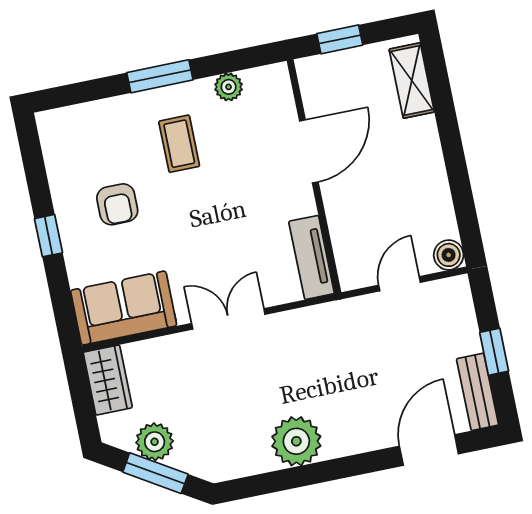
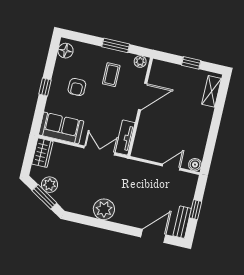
floor lamp: (57, 137) -> (66, 51), added
door: (309, 151) -> (143, 96), moved
wall: (314, 176) -> (140, 107), moved
tv unit: (312, 257) -> (125, 138), moved

